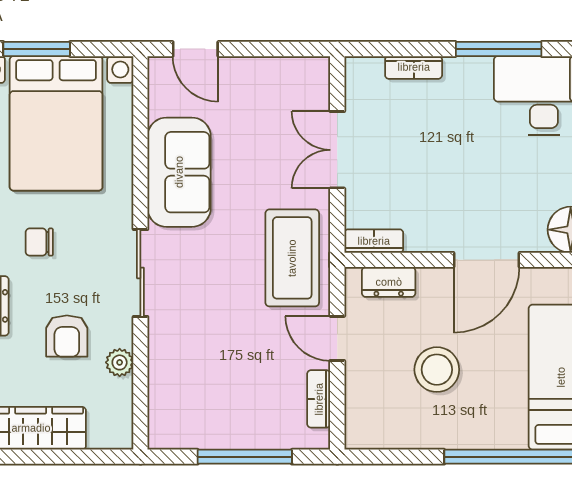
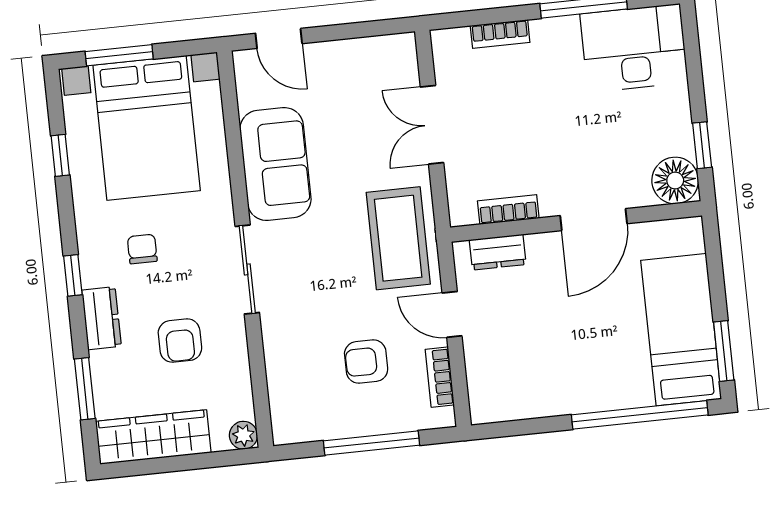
bookcase: (374, 241) -> (508, 210), moved
chair: (39, 242) -> (142, 249), turned 90
plant: (120, 362) -> (243, 435), moved
stool: (437, 370) -> (555, 335), removed
armchair: (248, 376) -> (366, 362), added

